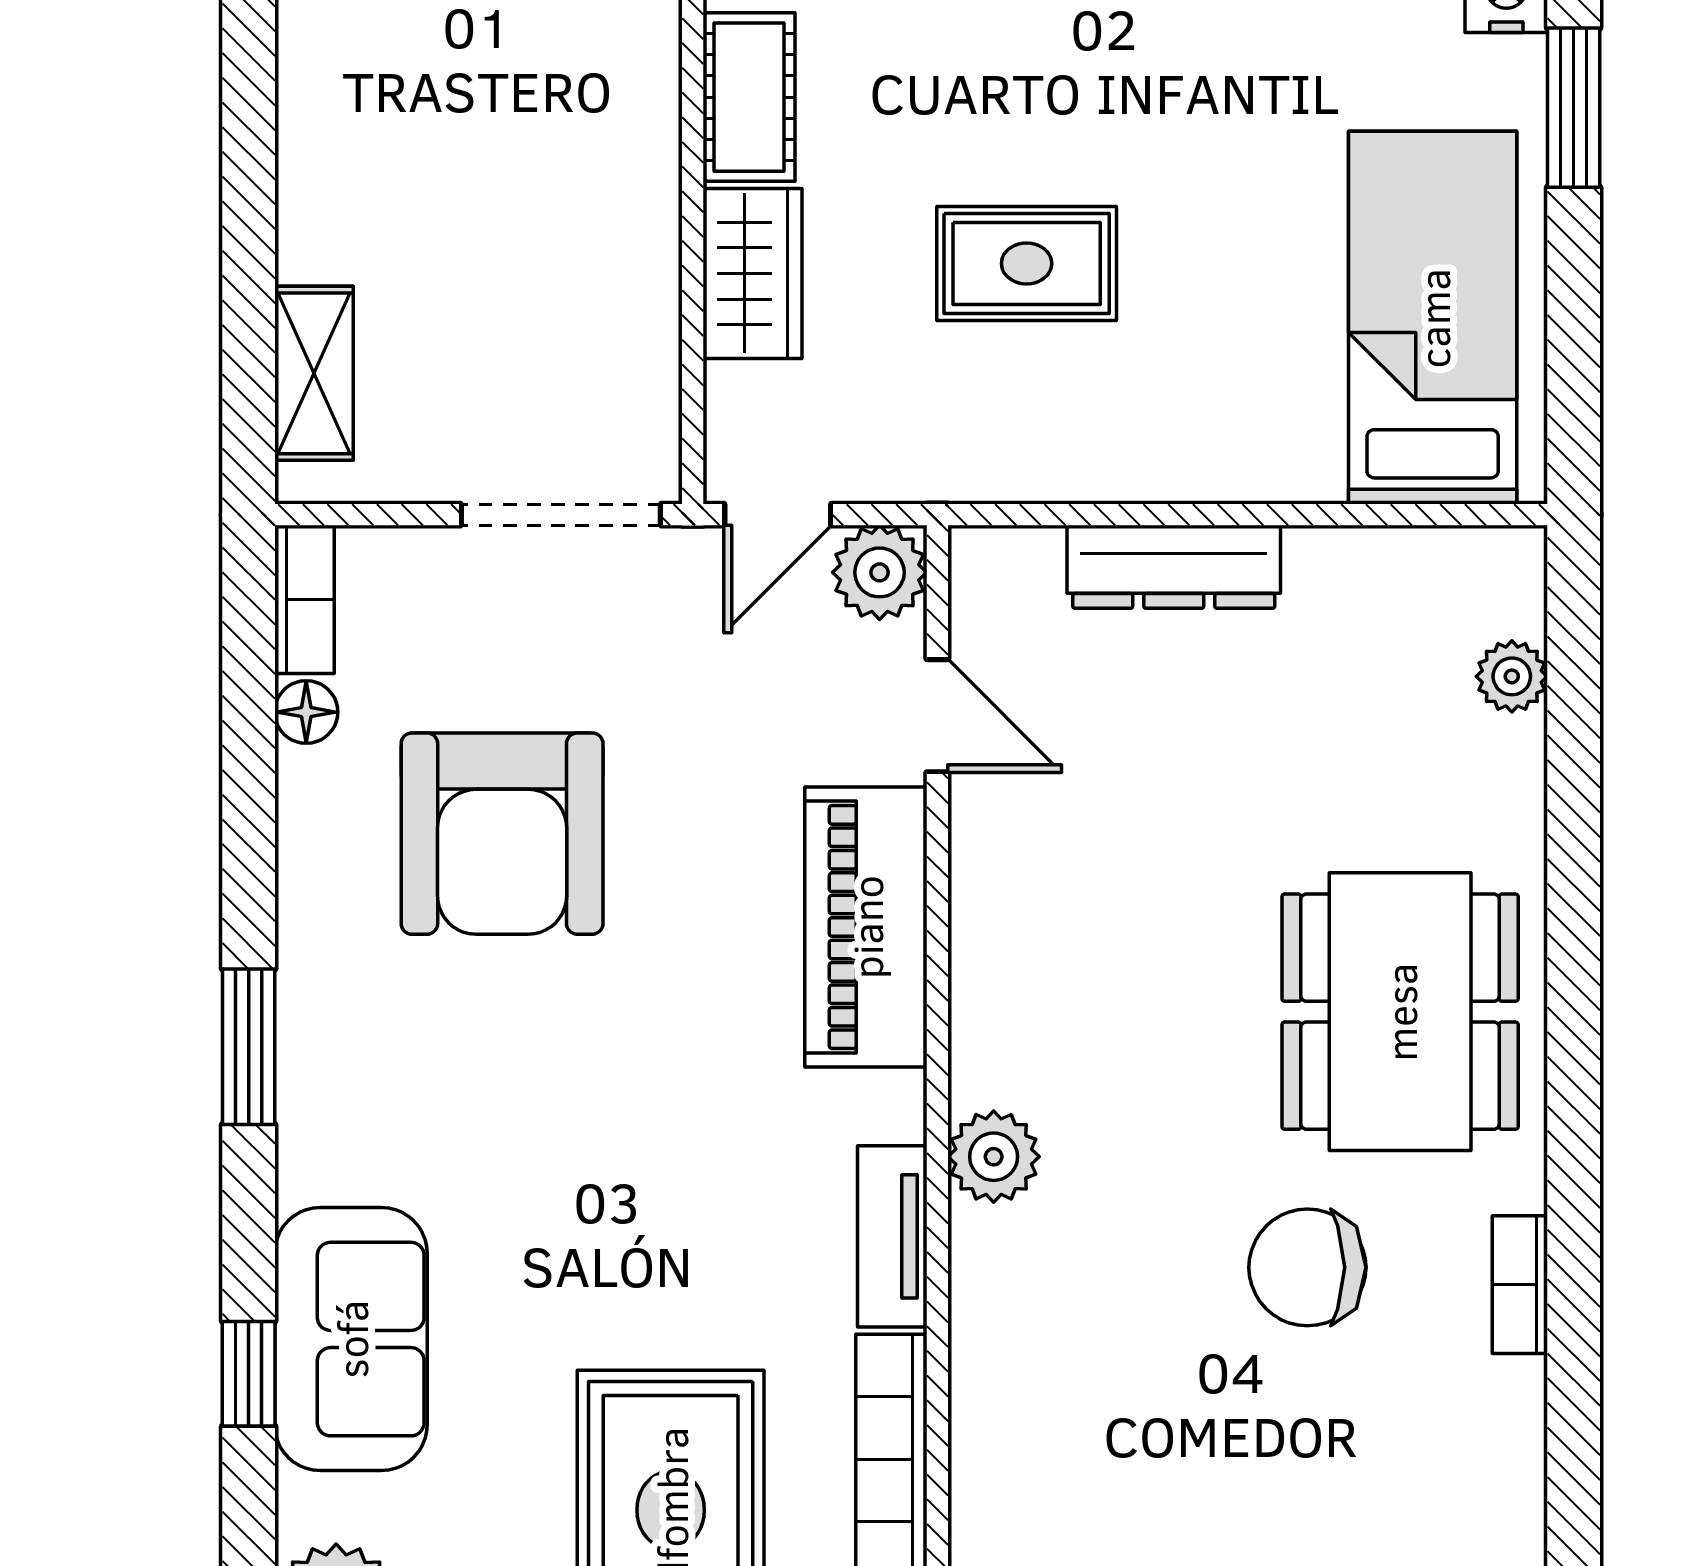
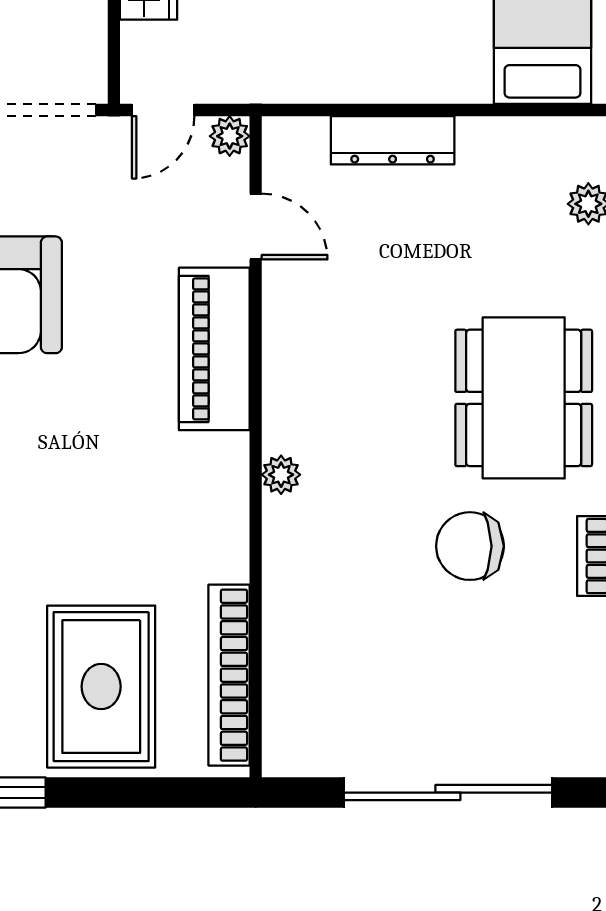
plant: (880, 572) -> (230, 136), width x0.73, depth x0.73
plant: (994, 1157) -> (281, 475), width x0.73, depth x0.73
tv unit: (892, 1236) -> (230, 528), removed

